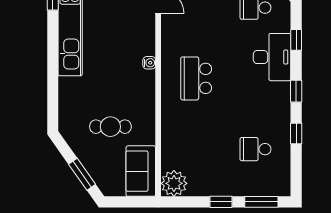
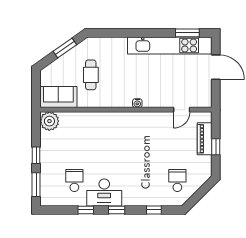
desk: (272, 57) -> (104, 192), moved
school desk: (196, 78) -> (126, 137), removed
window: (82, 174) -> (65, 48), moved

